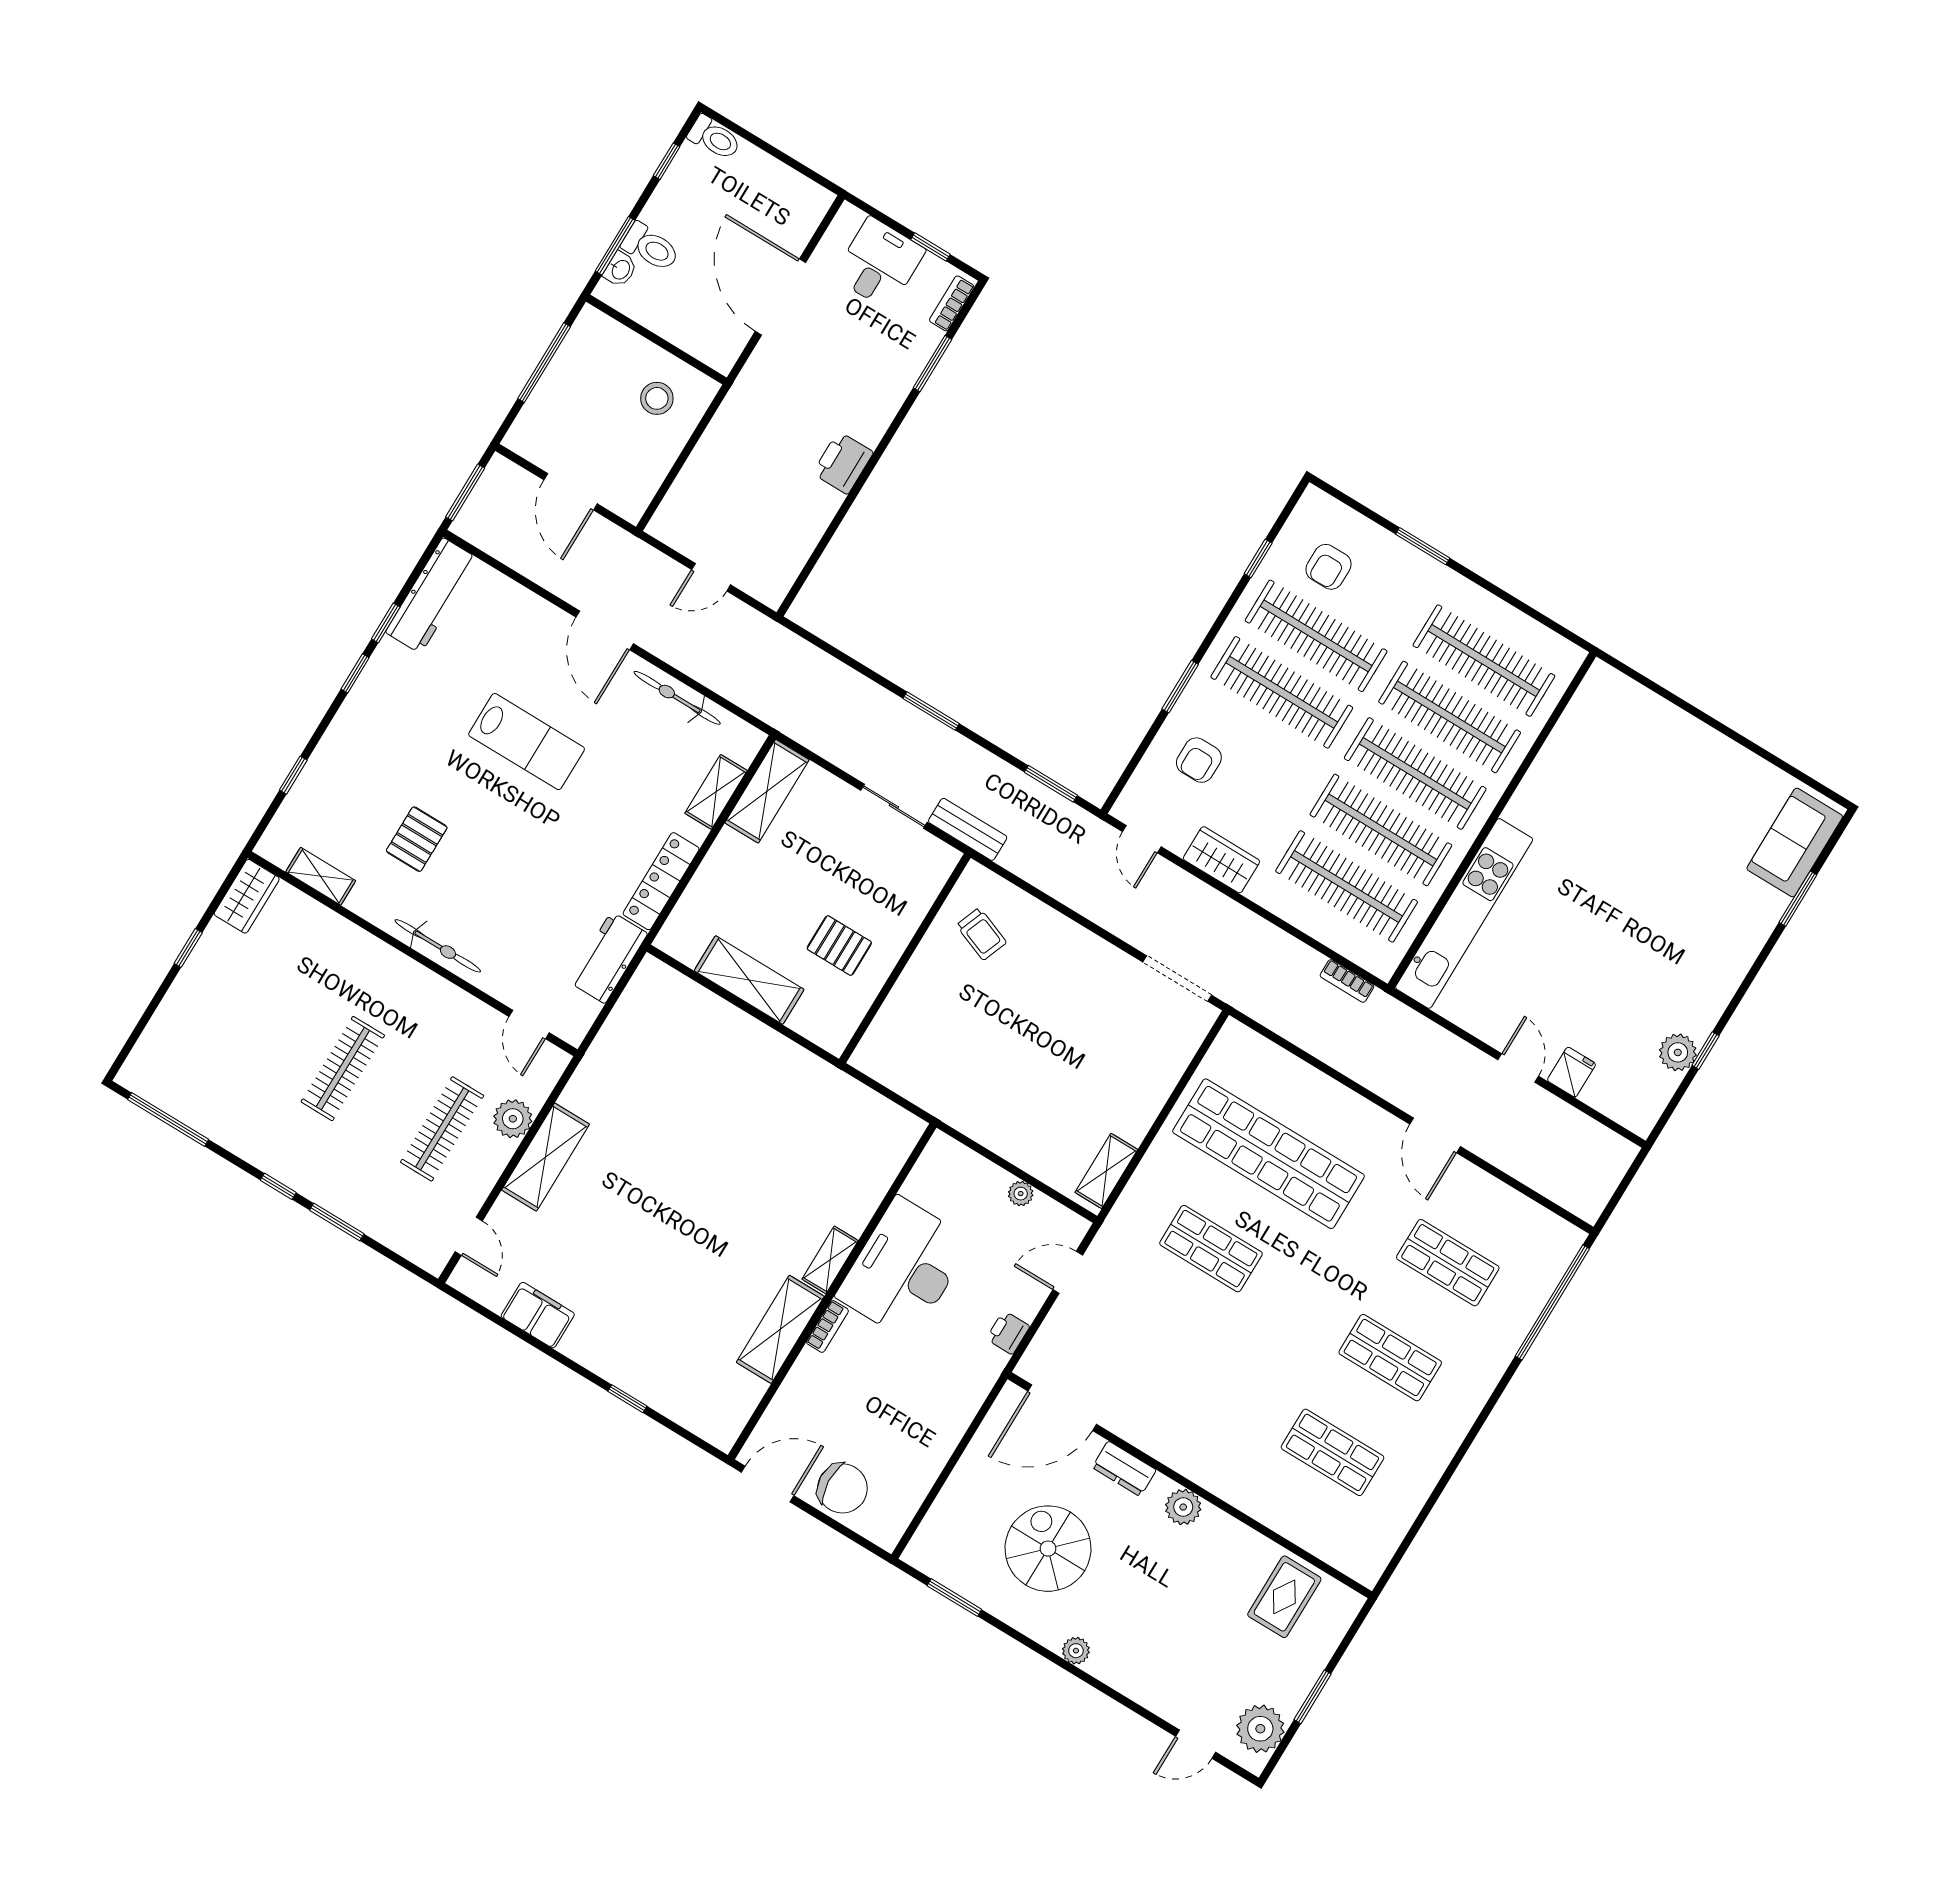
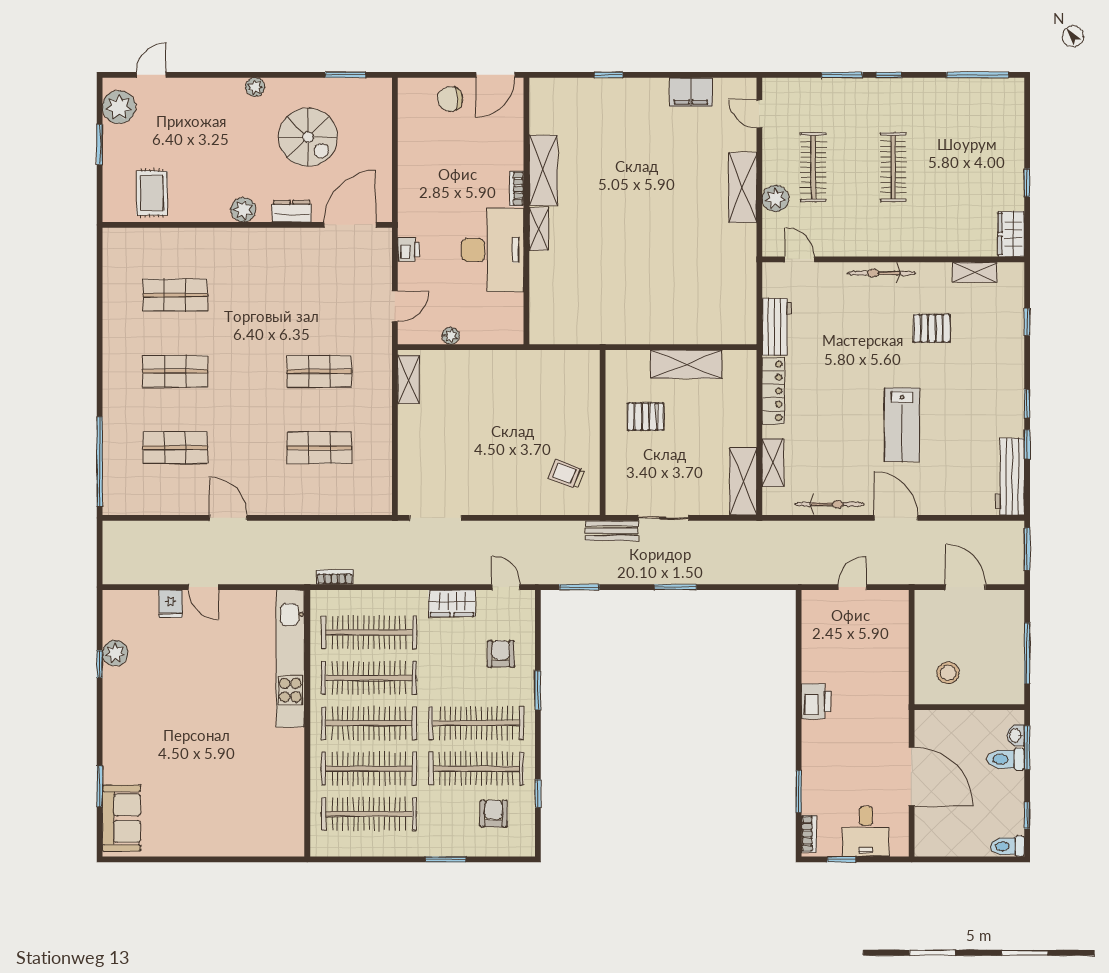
lab bench: (527, 742) -> (902, 425), turned -90
pallet: (417, 839) -> (932, 328), turned 90
shop shelf: (1269, 1154) -> (319, 448), width x0.50, depth x0.74
chair: (842, 1488) -> (450, 99), width x0.73, depth x0.73

